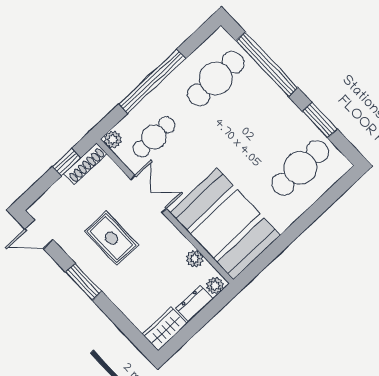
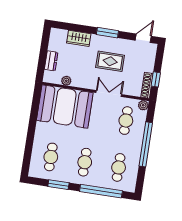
cafe table: (216, 79) -> (119, 167), width x0.73, depth x0.74
cafe table: (258, 123) -> (85, 162), added
cafe table: (300, 168) -> (51, 157), width x0.73, depth x0.74
double door: (149, 194) -> (109, 94), swing flipped
plant: (215, 286) -> (48, 76), removed
wardrobe: (165, 329) -> (79, 38), moved, turned 90

